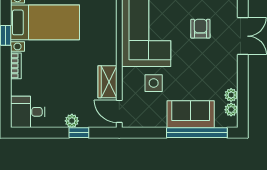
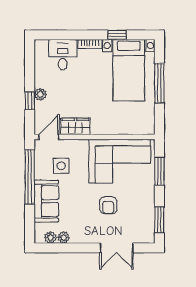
armchair: (200, 29) -> (108, 205), moved, turned 90
side table: (154, 83) -> (61, 166), moved
desk: (28, 112) -> (63, 55), moved
window: (197, 133) -> (30, 177), moved

